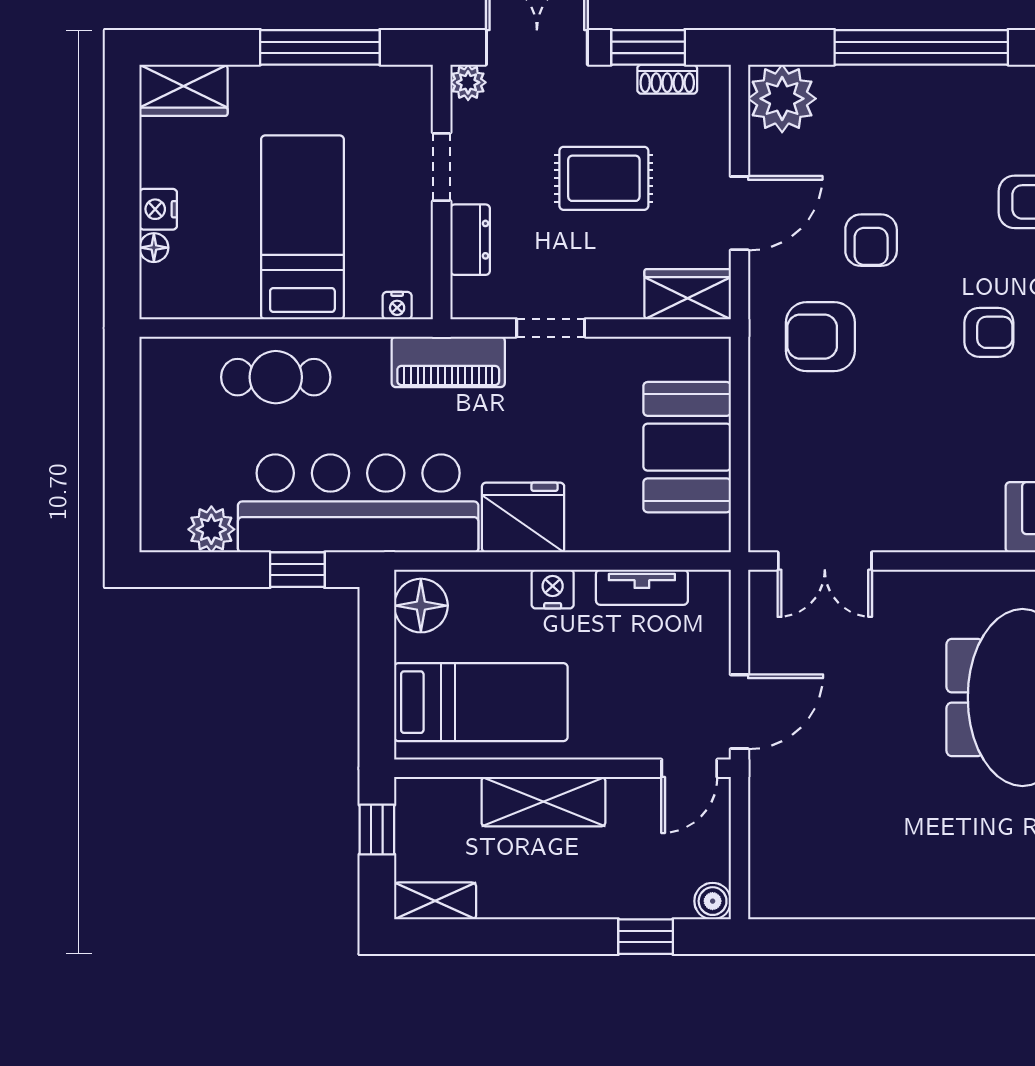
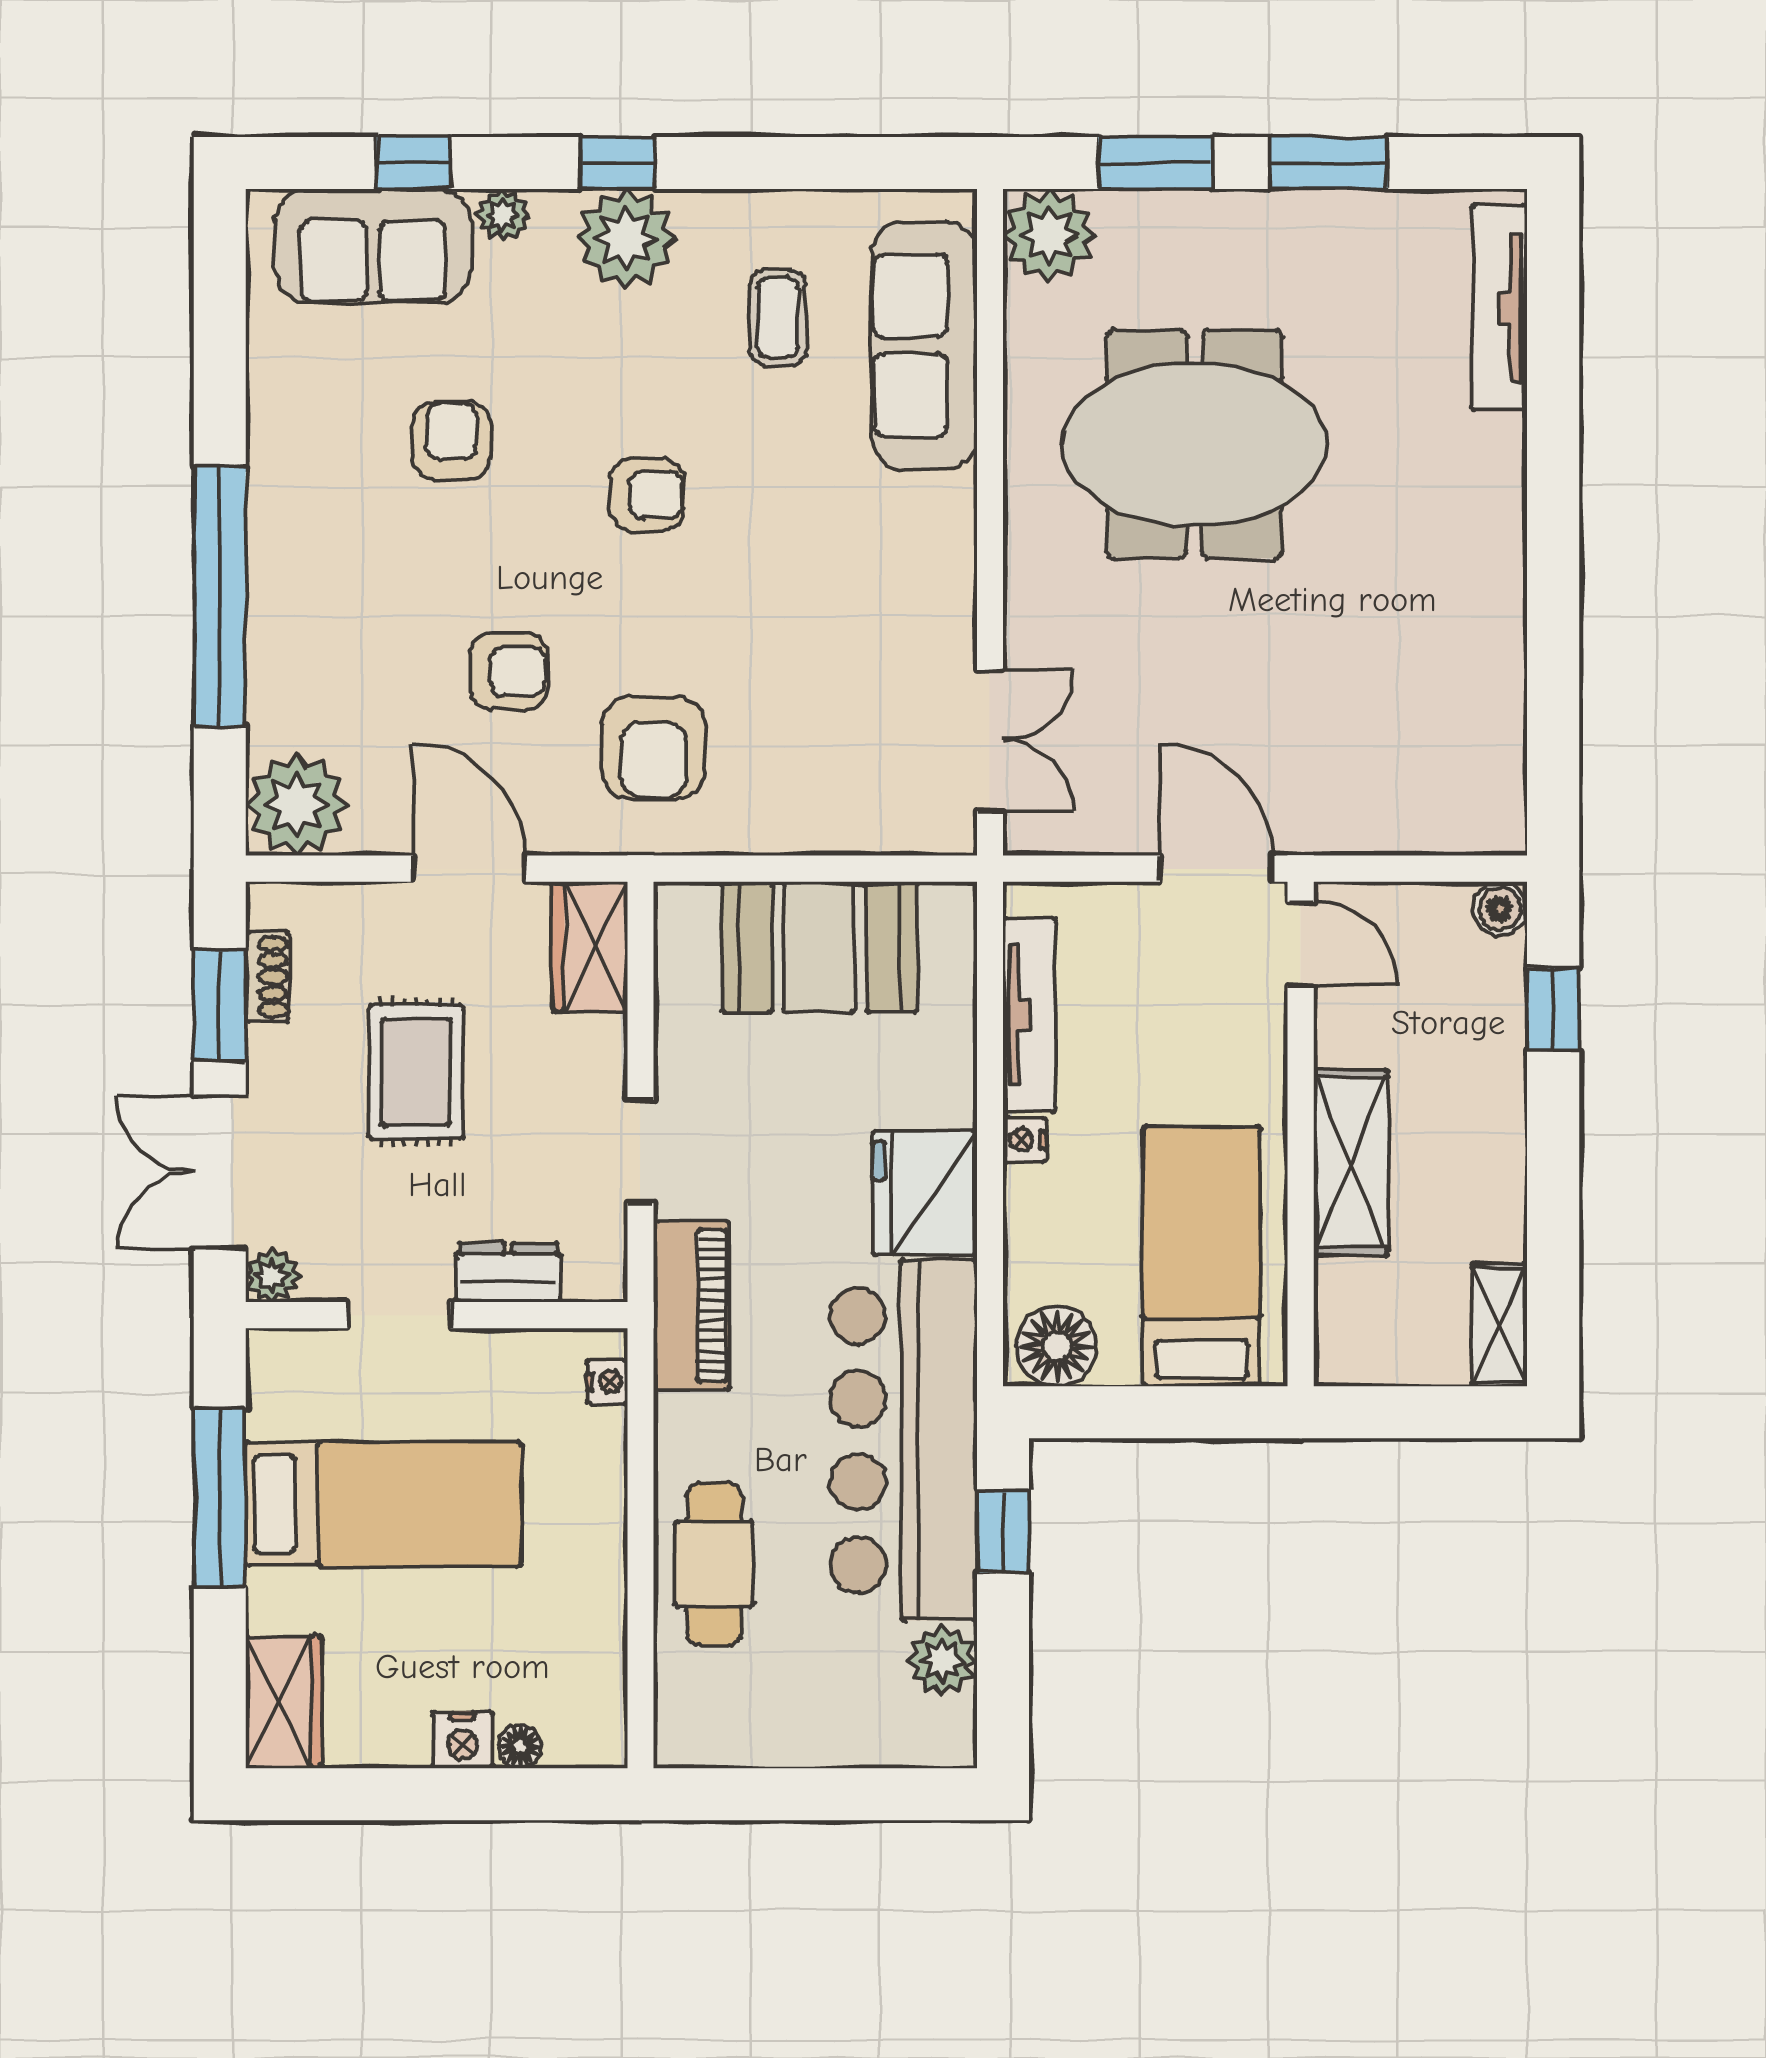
bed: (302, 227) -> (384, 1504), moved, turned 180
armchair: (989, 332) -> (647, 495), turned 90
tv unit: (642, 587) -> (1029, 1015), width x1.41
nightstand: (553, 589) -> (1024, 1140), width x0.72, depth x0.74
window: (377, 830) -> (1393, 1412), removed

